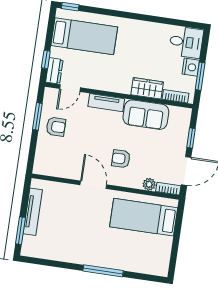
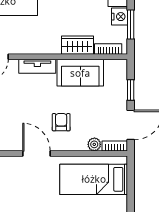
armchair: (121, 159) -> (61, 122), turned 90

